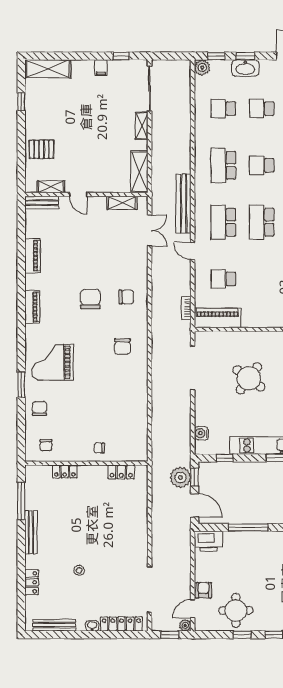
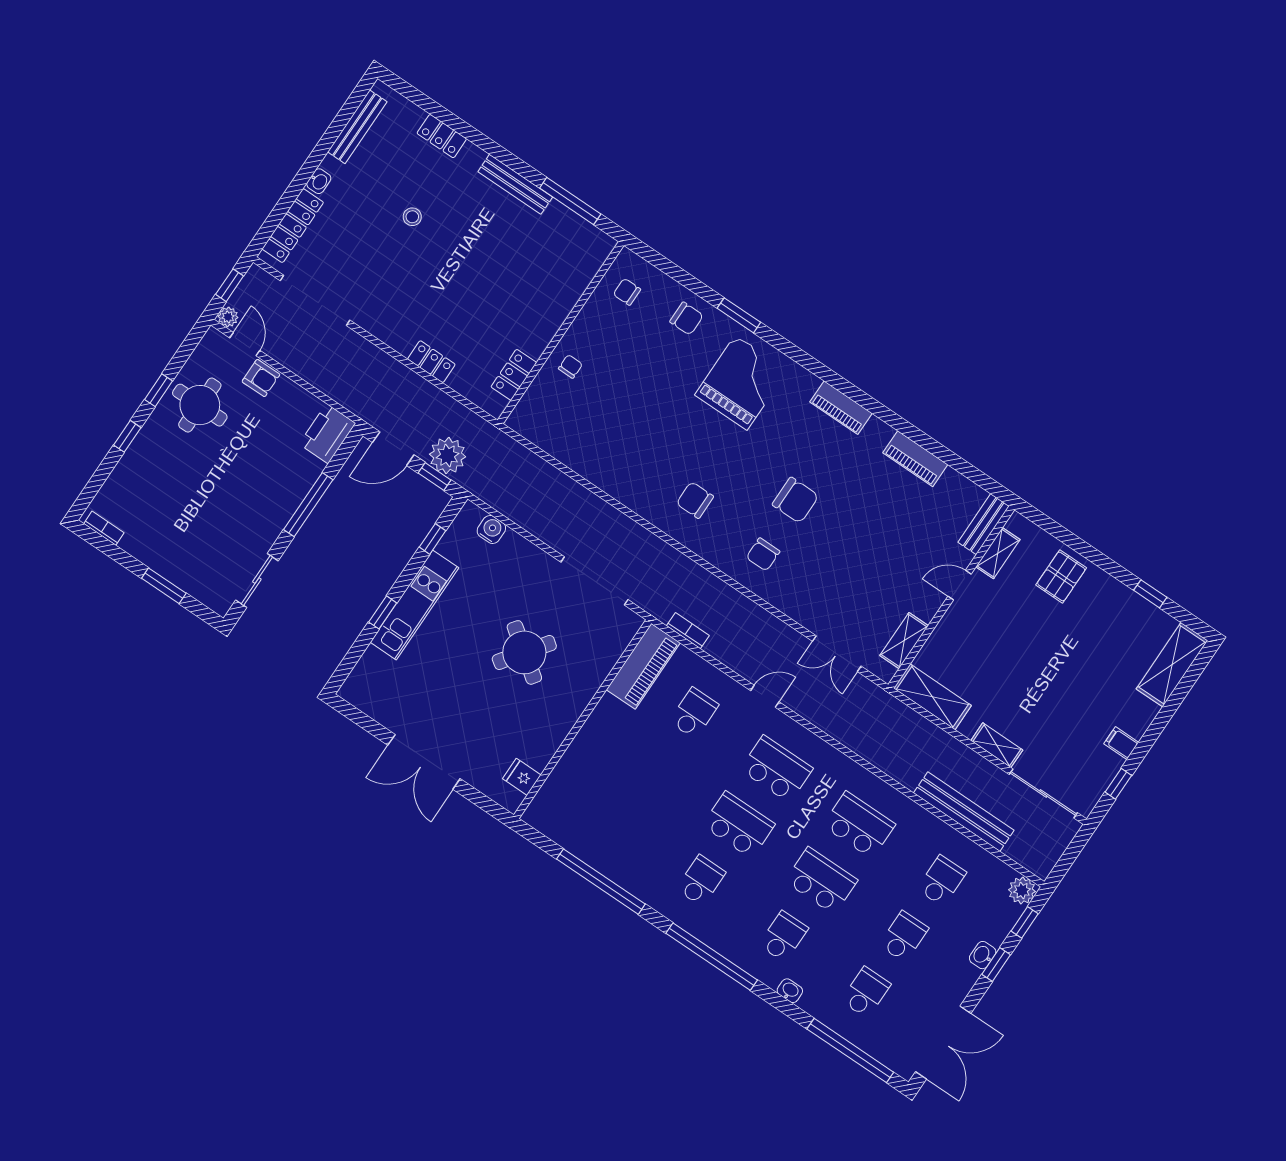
washbasin: (245, 68) -> (983, 955), width x0.52, depth x0.69
school desk: (262, 165) -> (821, 881), width x1.85
bench: (184, 204) -> (964, 812), moved
locker: (65, 471) -> (431, 362), moved, turned 90

